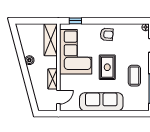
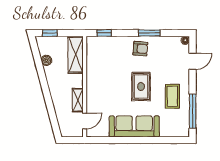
window: (28, 21) -> (50, 33), added
window: (114, 21) -> (149, 33), added
corner sofa: (76, 52) -> (104, 69), removed
boiler: (29, 60) -> (46, 60), moved

